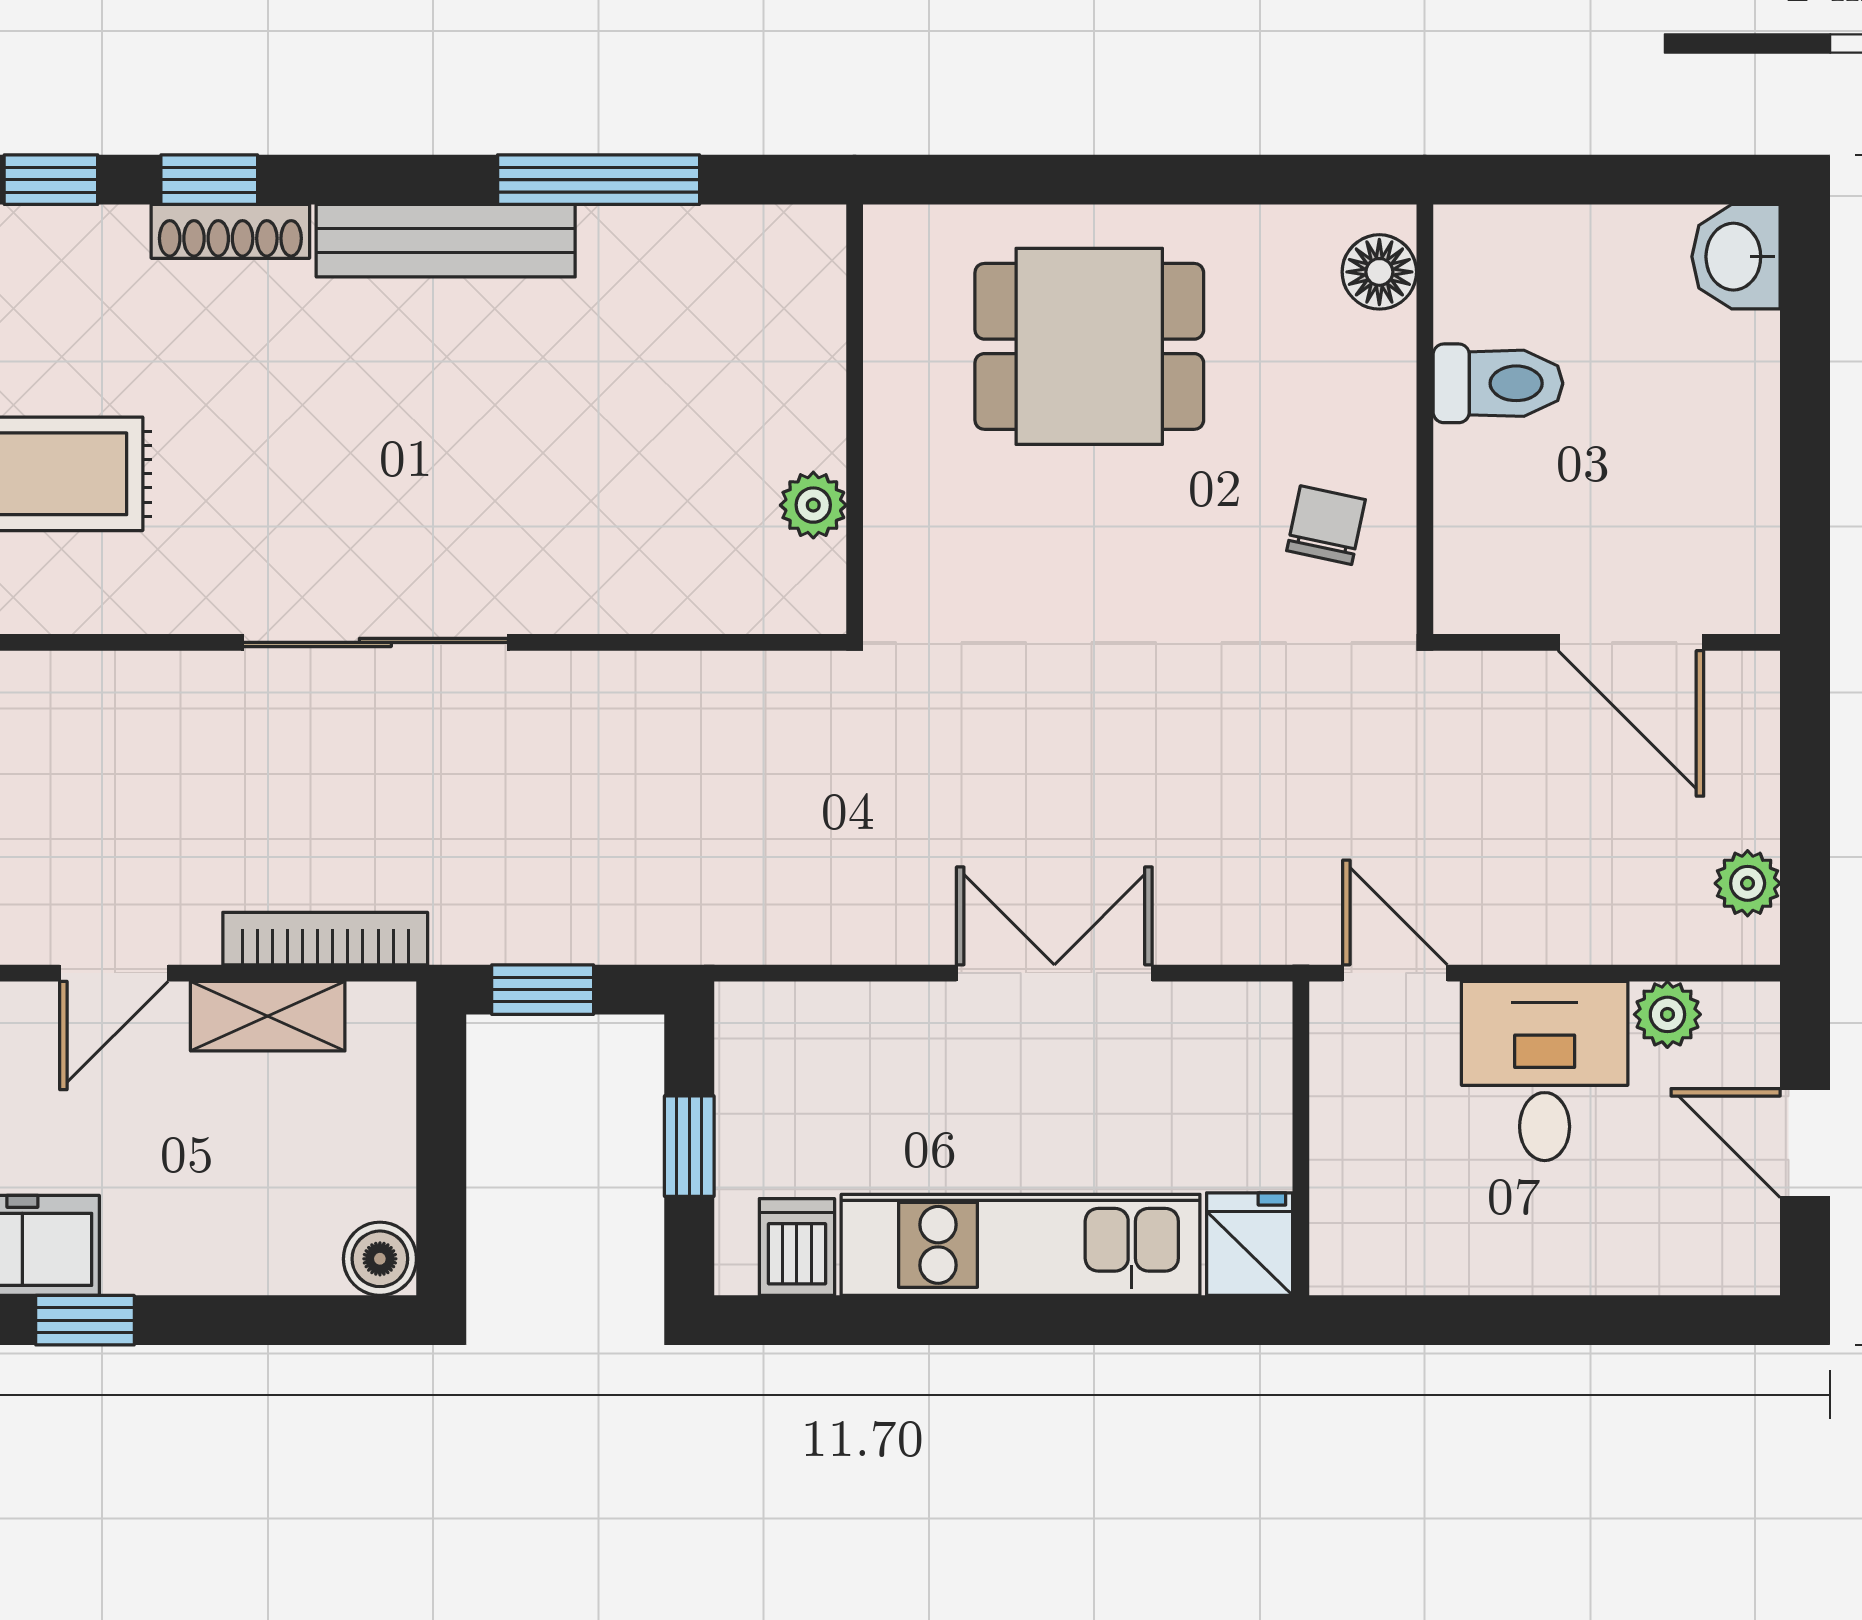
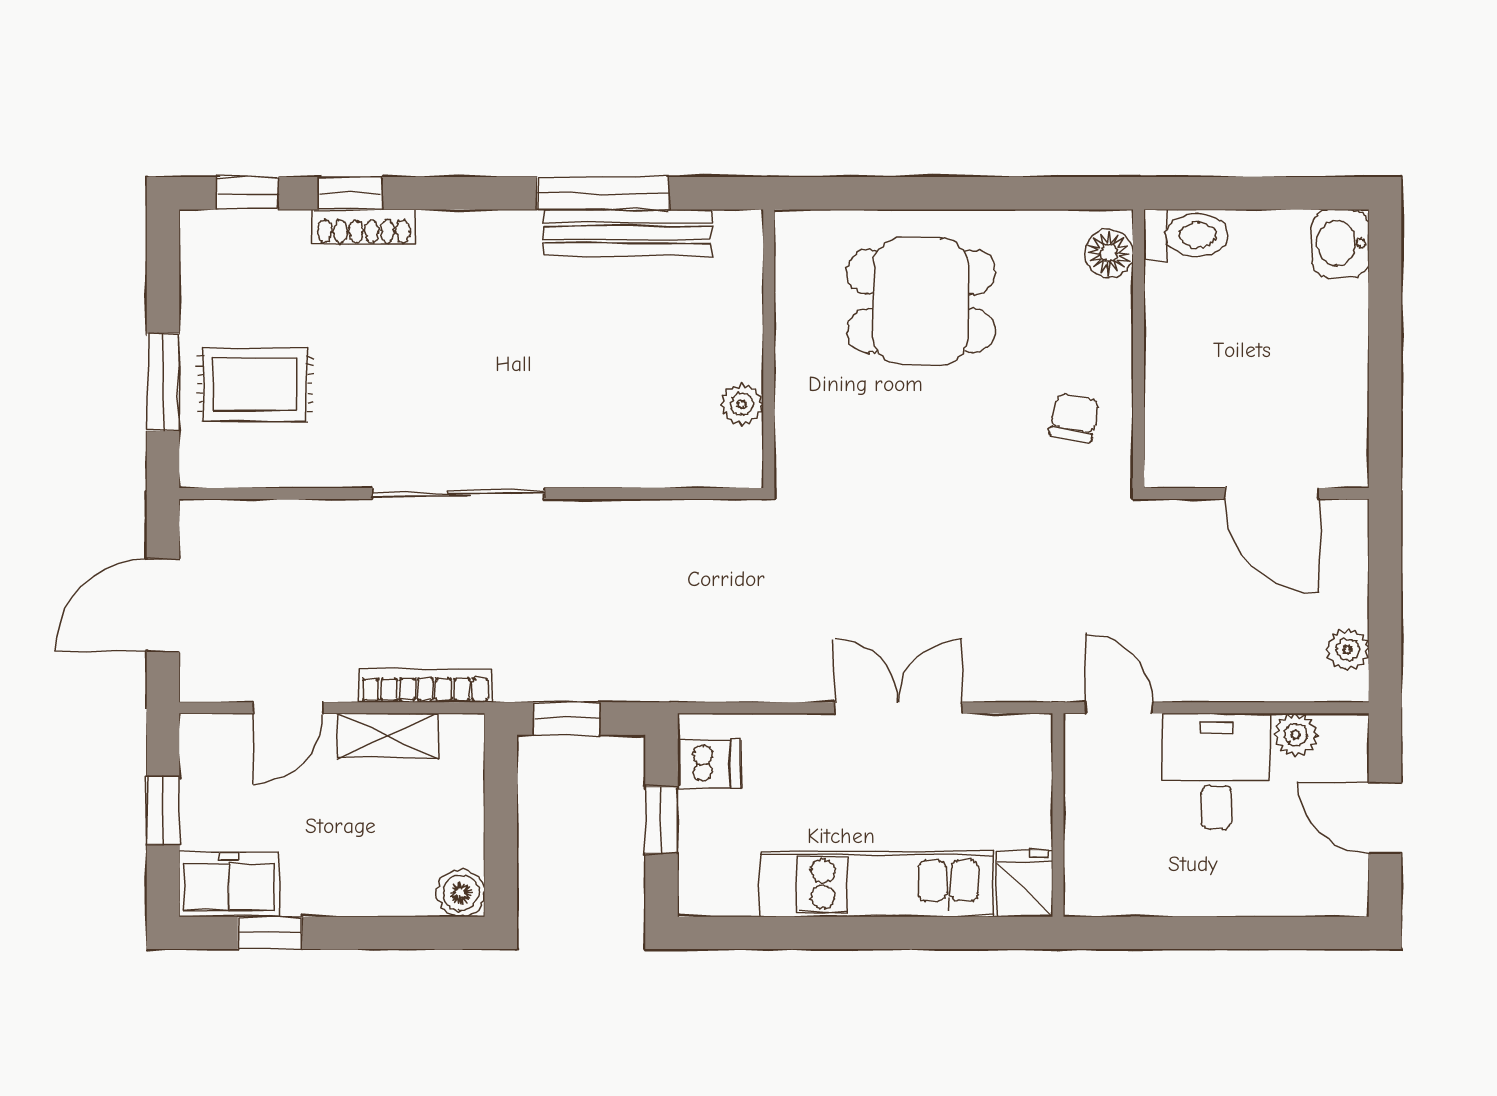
bench: (446, 241) -> (628, 233), moved
toilet: (1498, 383) -> (1186, 235), moved
dishwasher: (797, 1247) -> (709, 764), moved, turned 90

